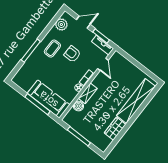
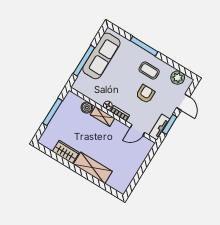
sofa: (49, 99) -> (101, 56), moved
shelving: (136, 101) -> (93, 168), width x0.68

